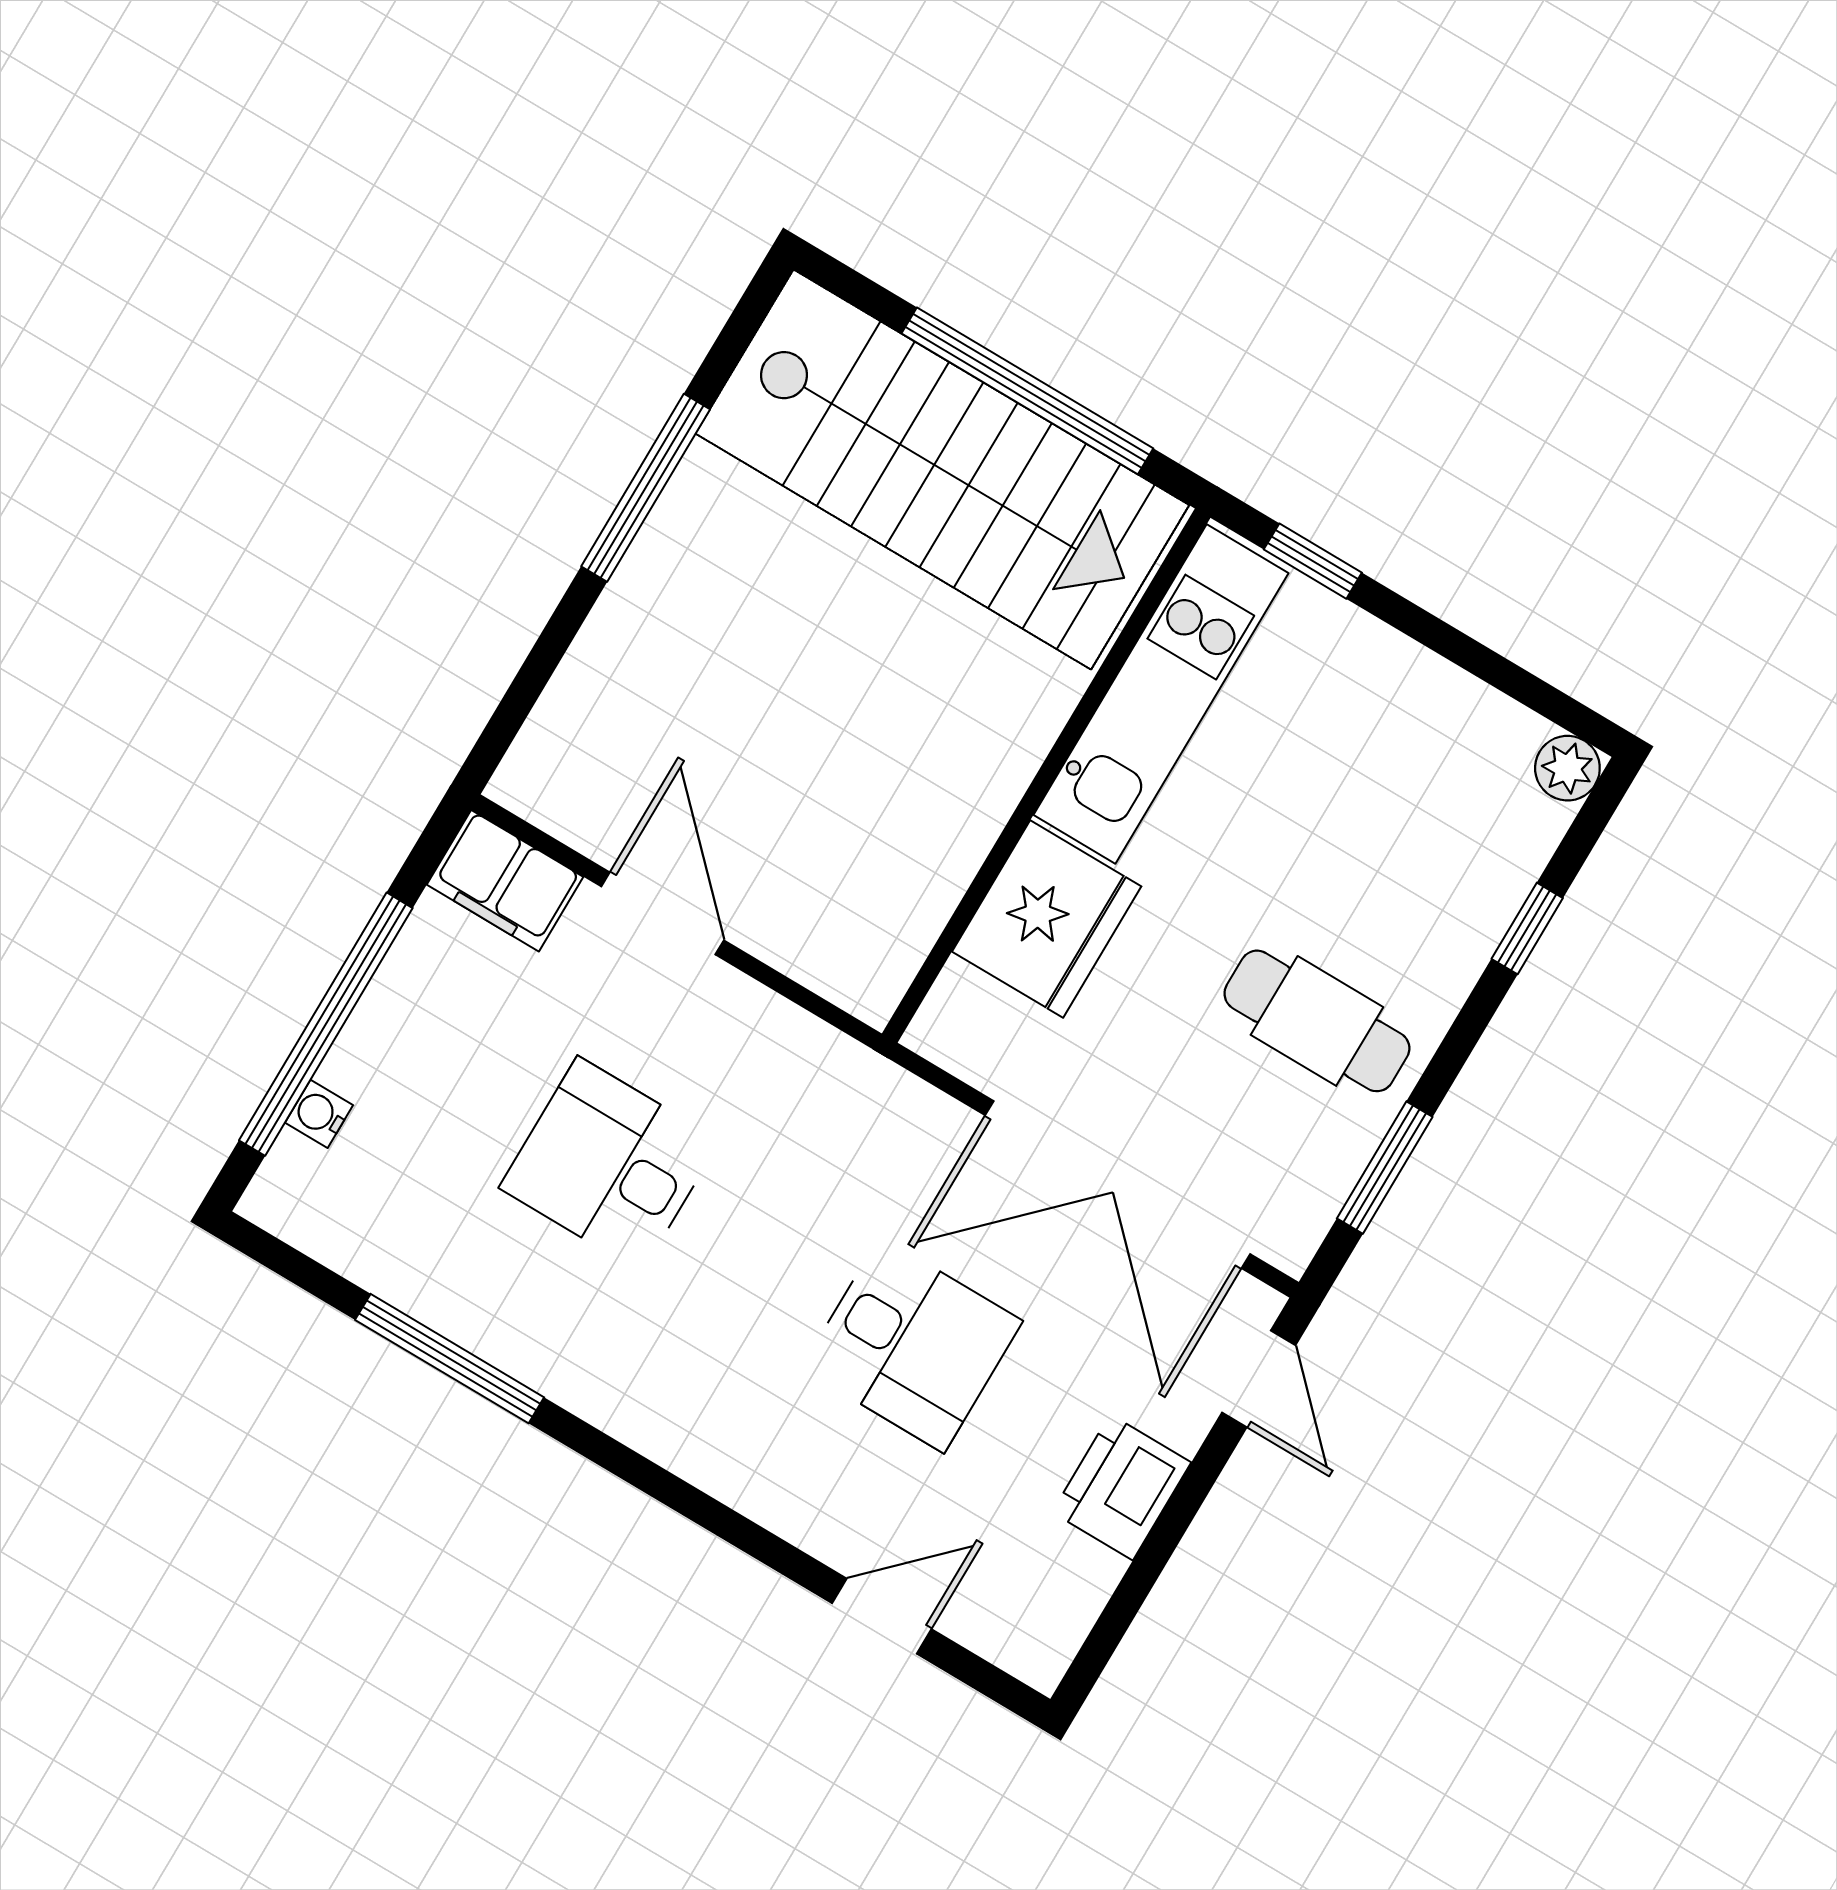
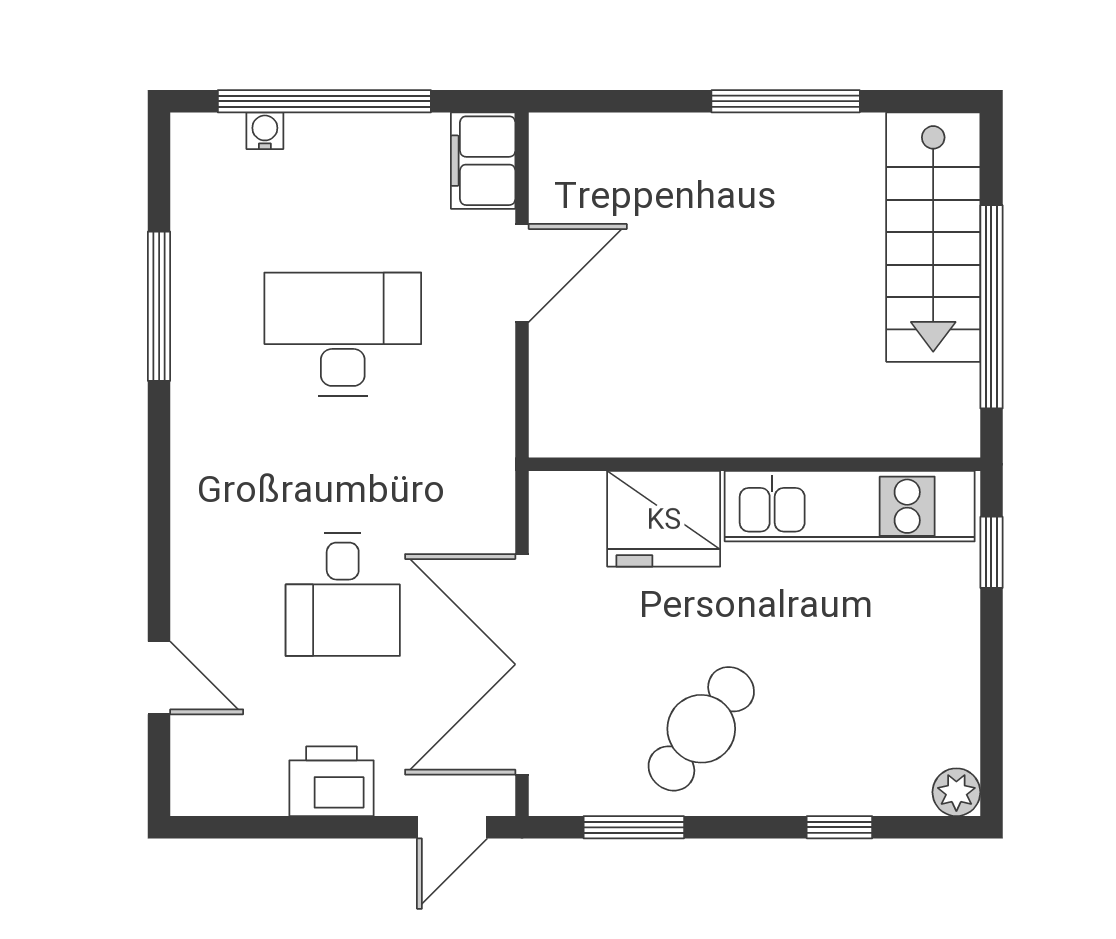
stairs: (942, 469) -> (933, 237), width x0.73, depth x0.66
cafe table: (1317, 1021) -> (701, 729), turned 37
desk: (609, 1164) -> (343, 334), width x1.37

